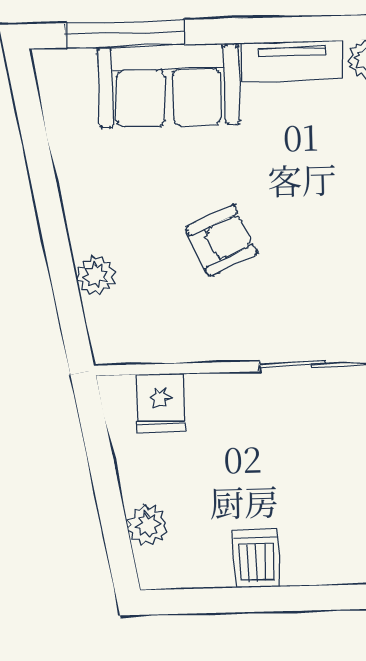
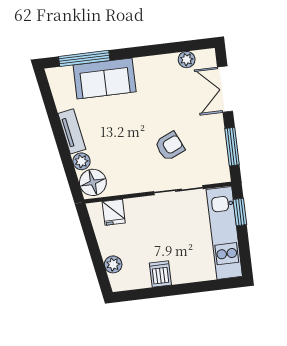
tv unit: (292, 61) -> (72, 131), moved, turned -100
armchair: (222, 240) -> (170, 146), moved
floor lamp: (118, 328) -> (93, 182), added

